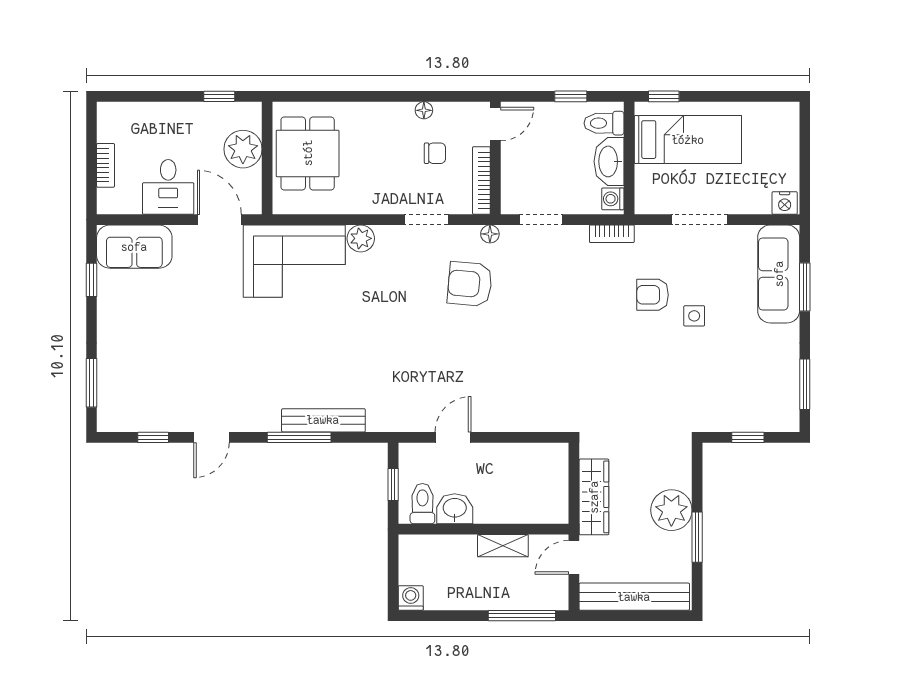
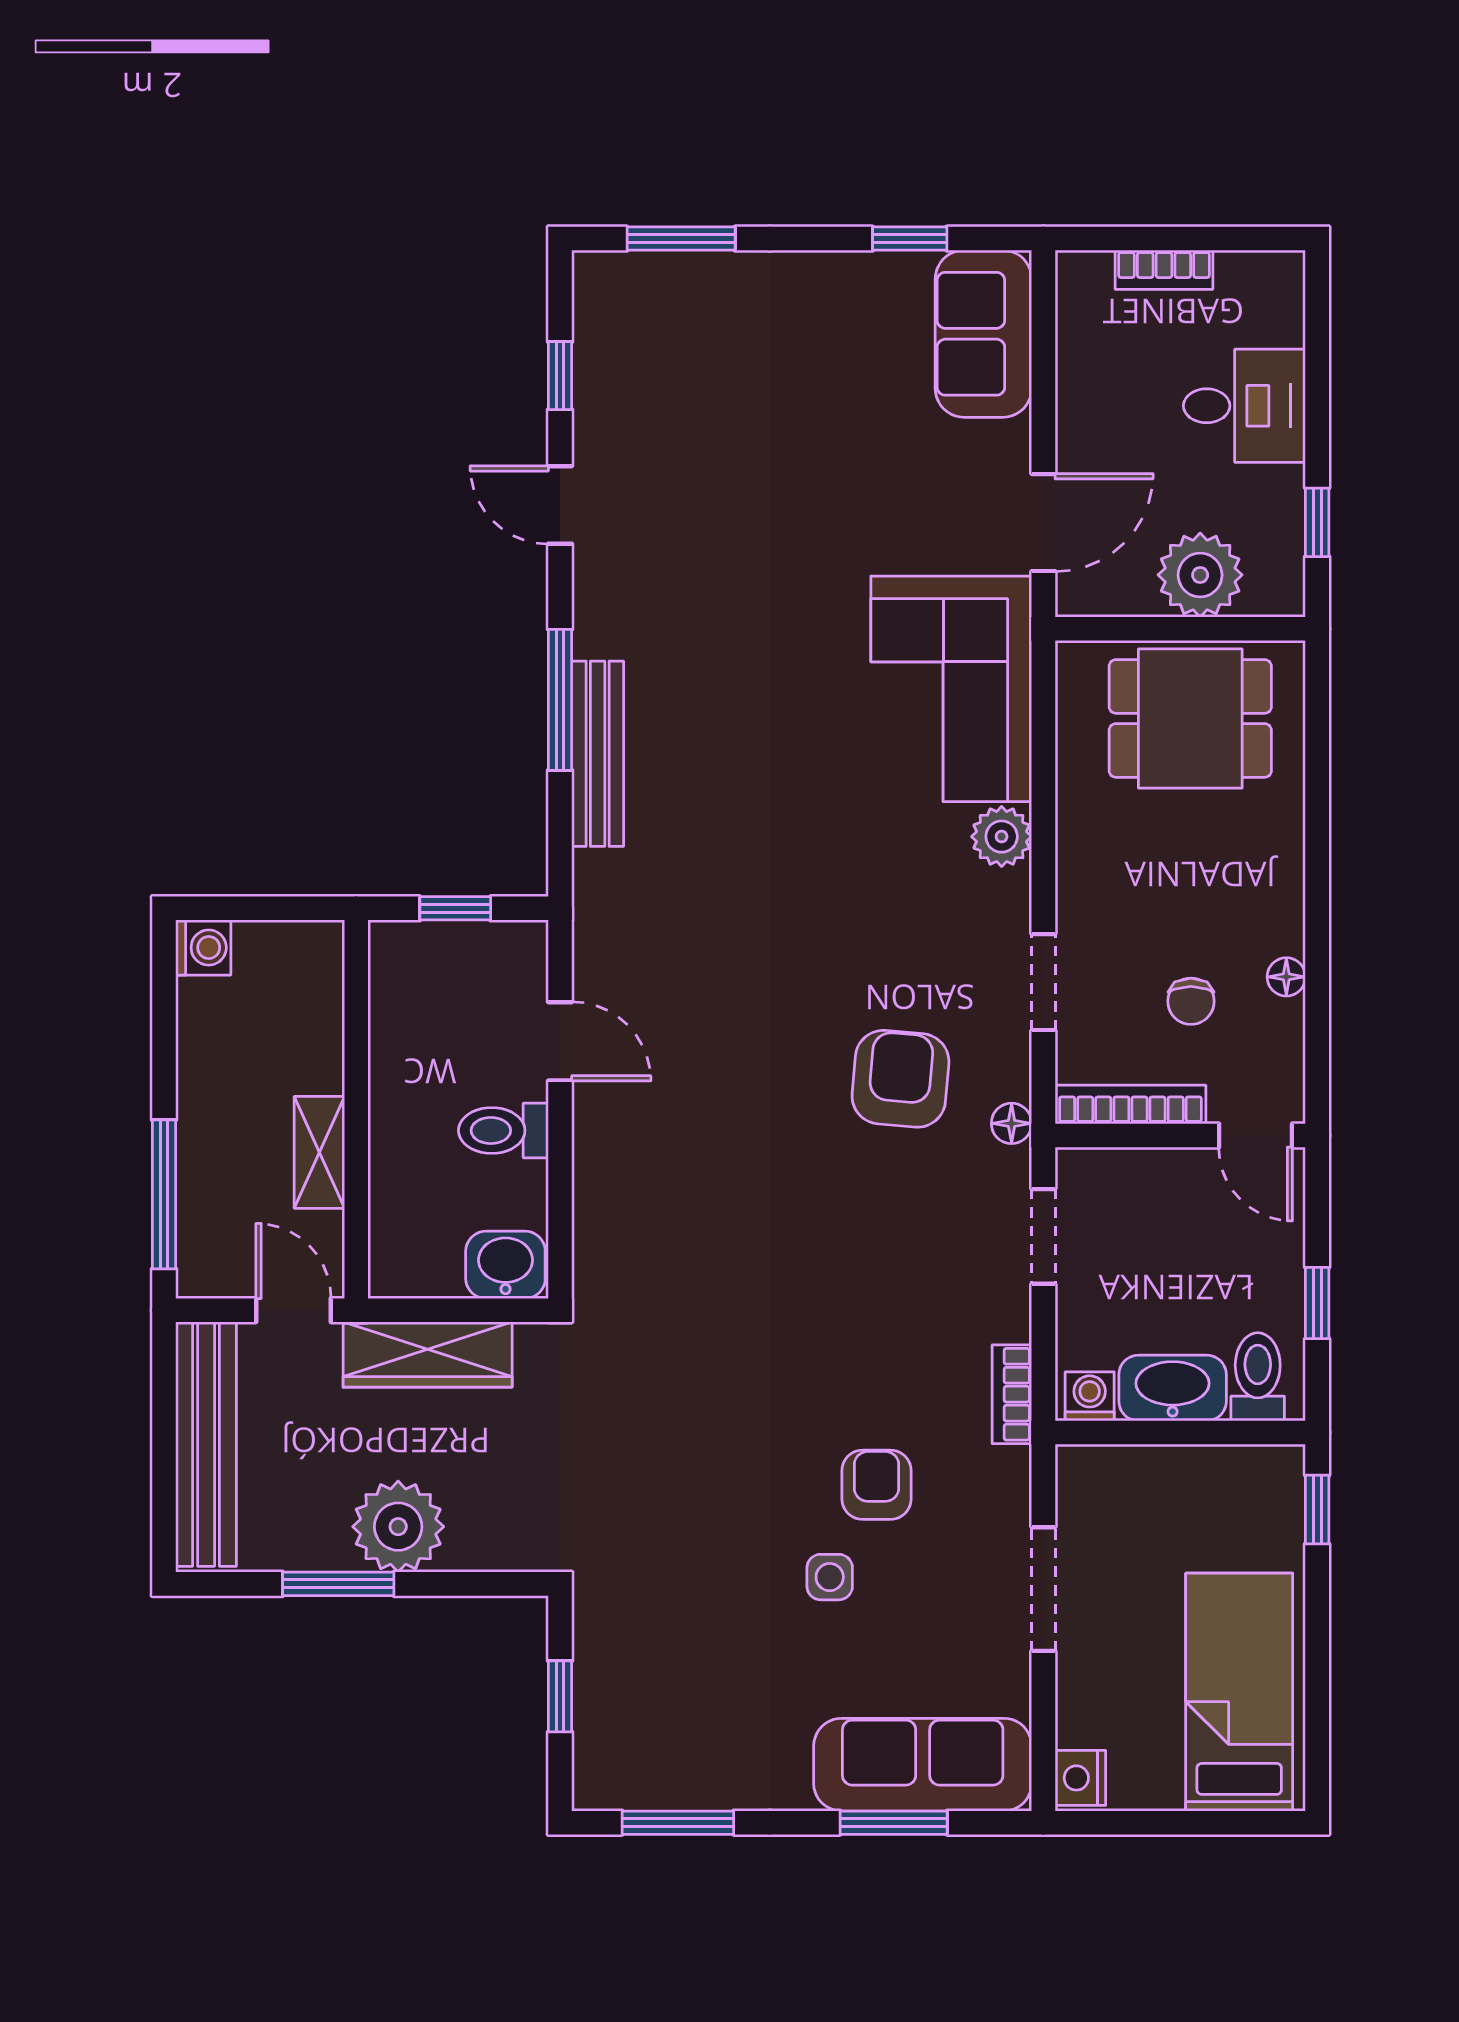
bed: (688, 140) -> (1239, 1692), moved, turned 180
desk: (168, 187) -> (1244, 406), moved, turned 180
toilet: (422, 504) -> (503, 1131), moved, turned 180
washbasin: (455, 509) -> (505, 1265), moved, turned -90

